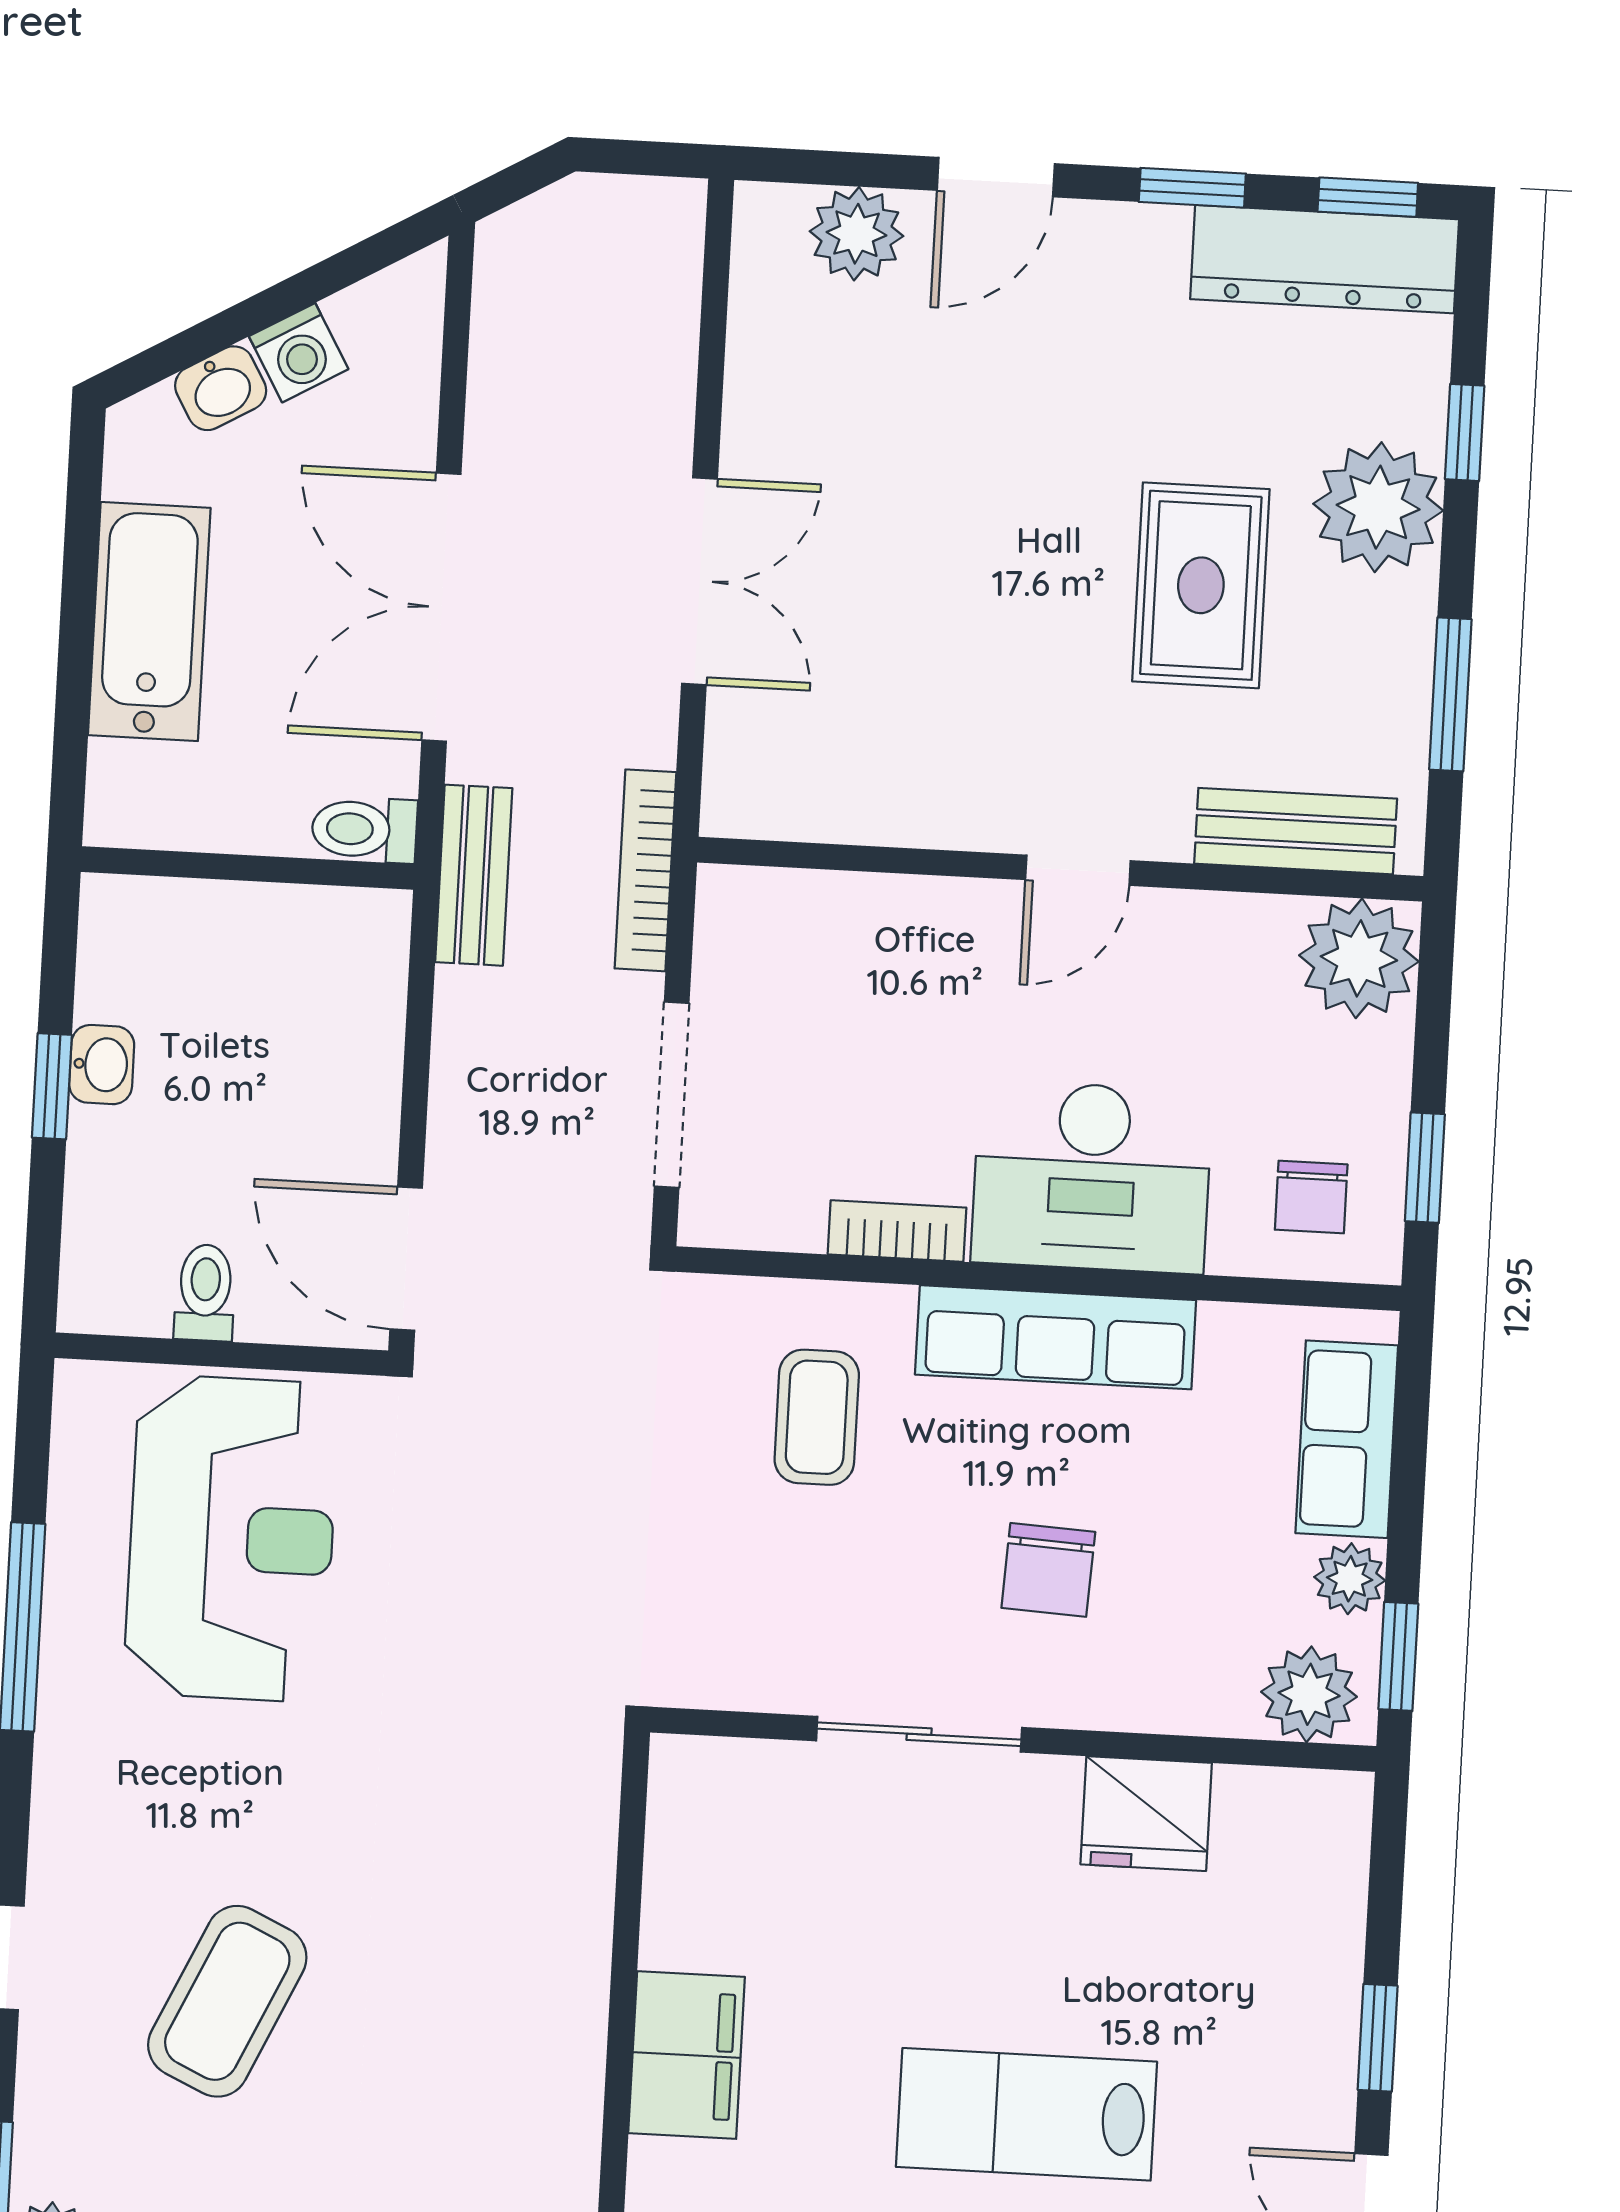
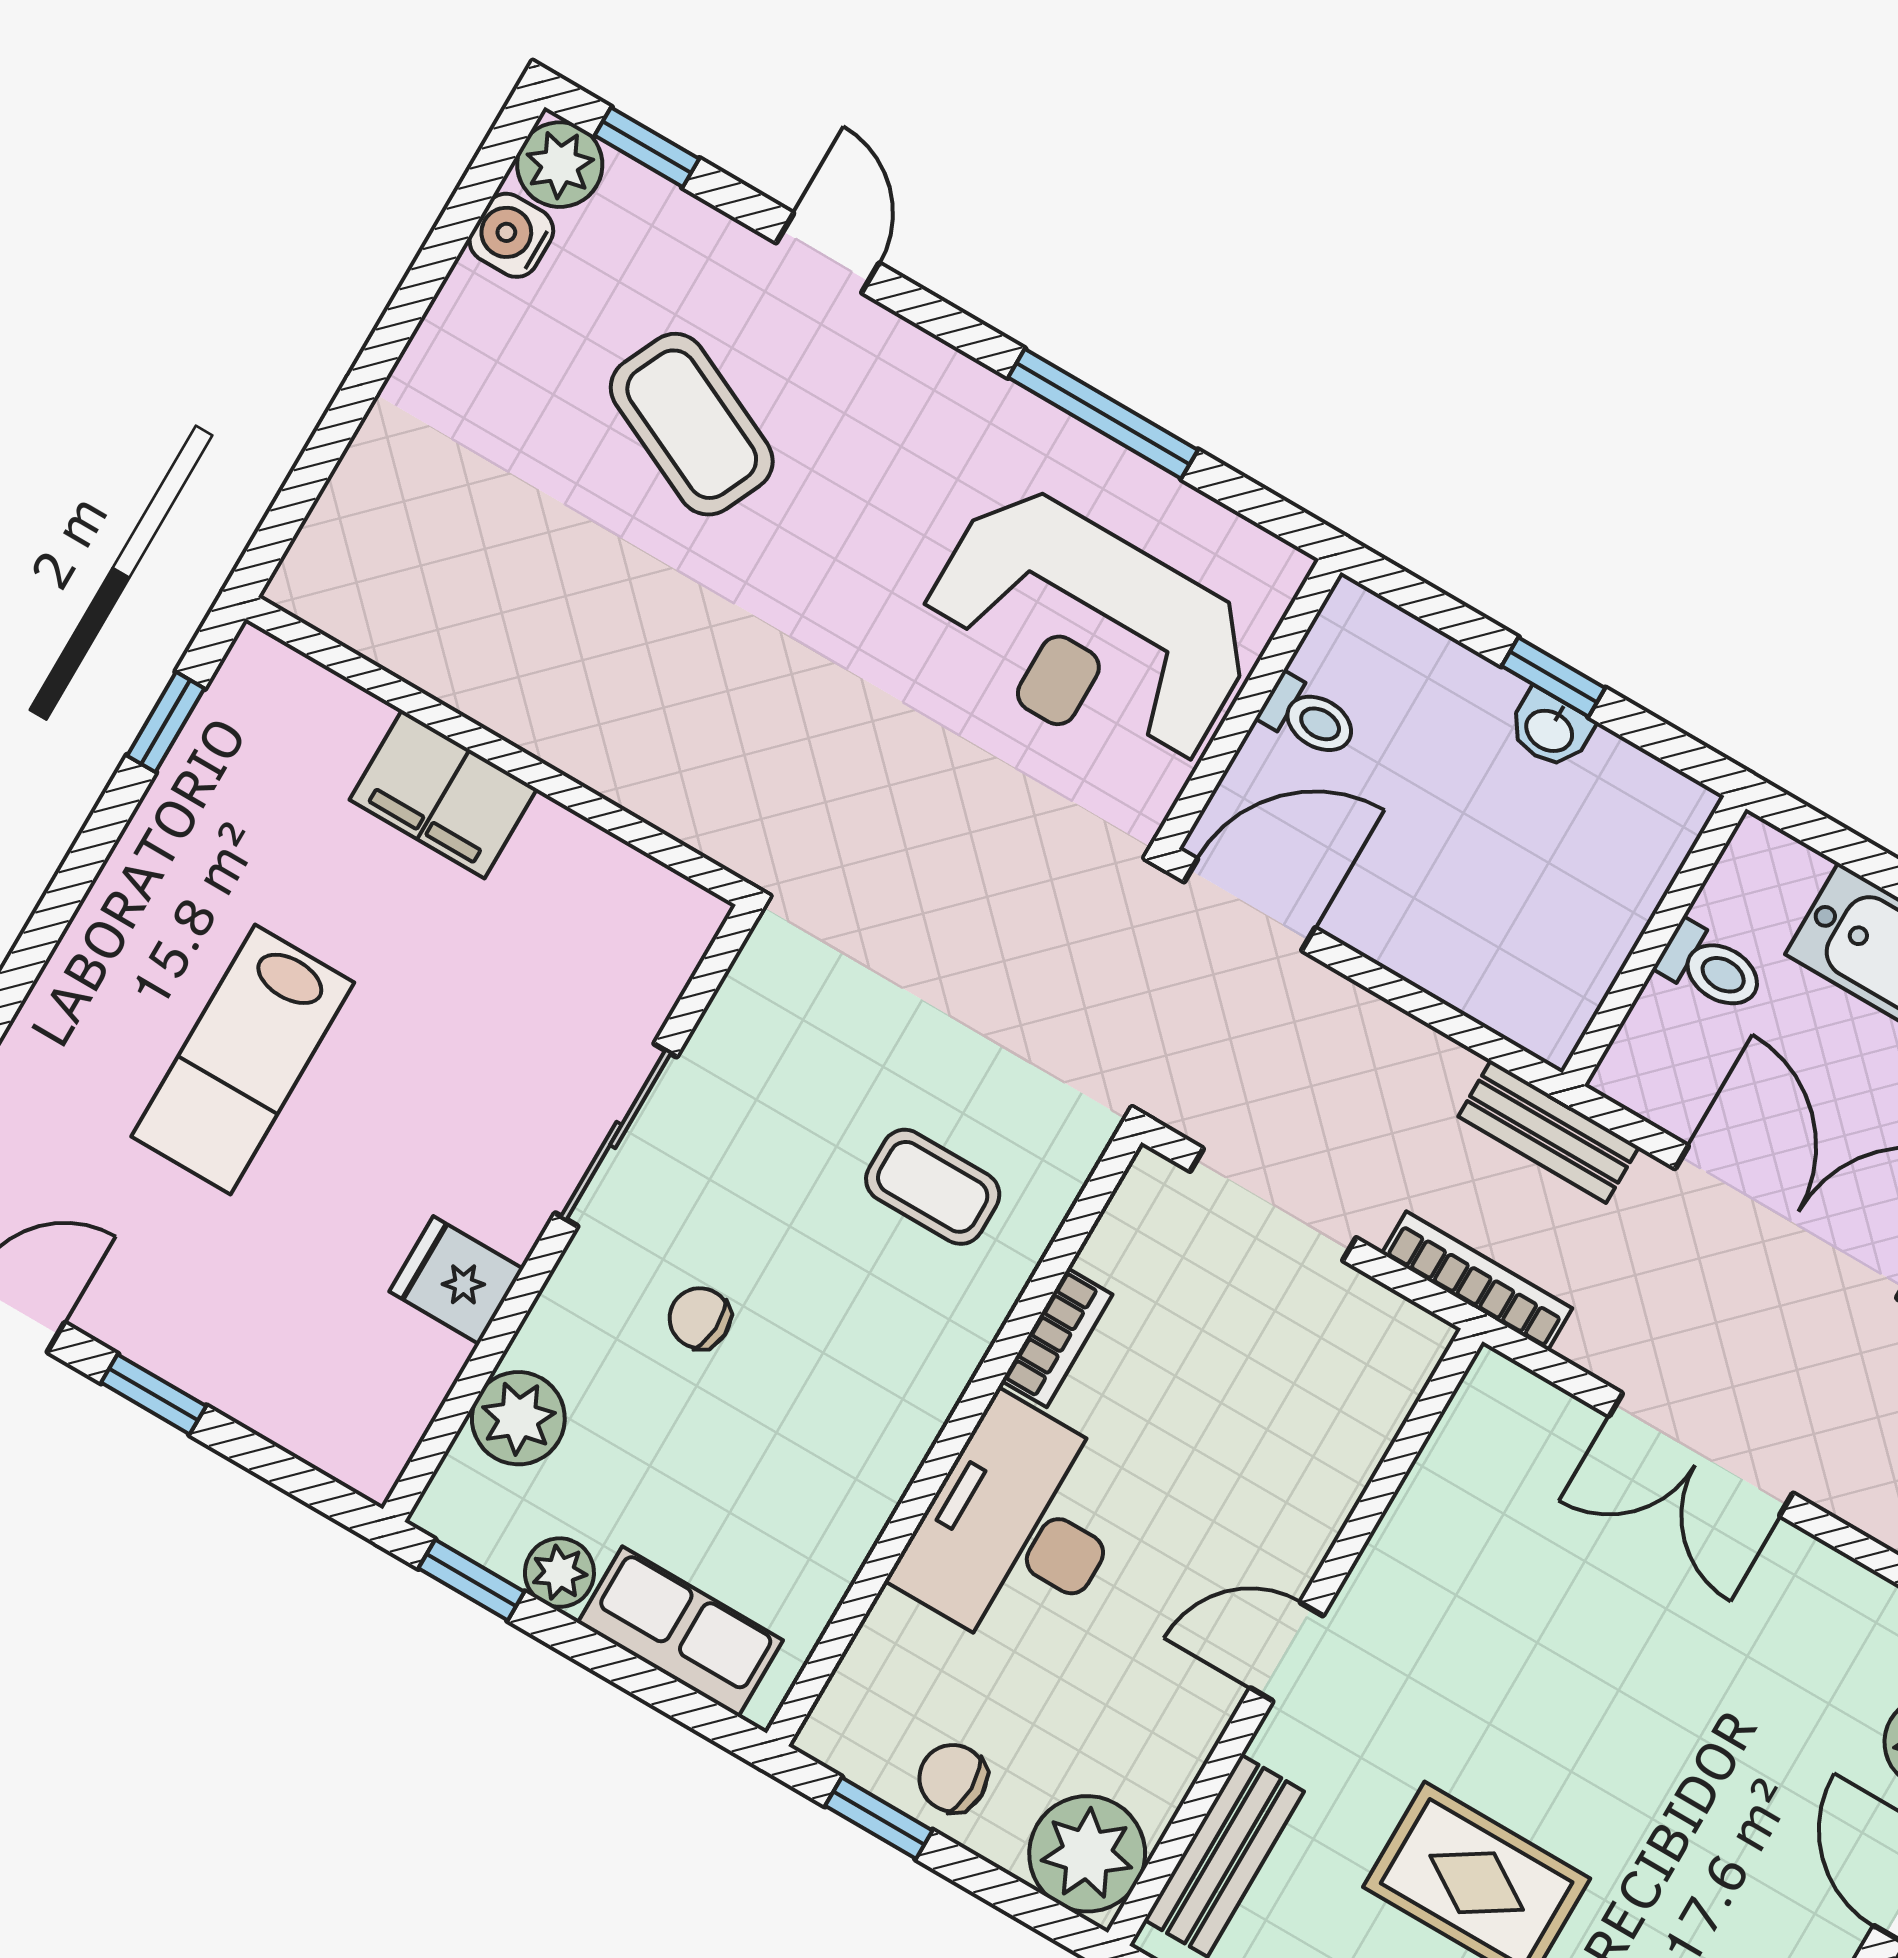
toilet: (364, 830) -> (1711, 968), moved, turned 90
door: (1078, 870) -> (1287, 1652), hinge flipped
chair: (1311, 1197) -> (953, 1778), moved
row of seats: (1056, 1337) -> (896, 1427), removed
chair: (1048, 1570) -> (700, 1318), width x0.73, depth x0.73
plant: (1309, 1694) -> (518, 1418), moved
fridge: (1146, 1814) -> (456, 1280), width x0.72
lab bench: (1026, 2114) -> (243, 1060), turned 180

